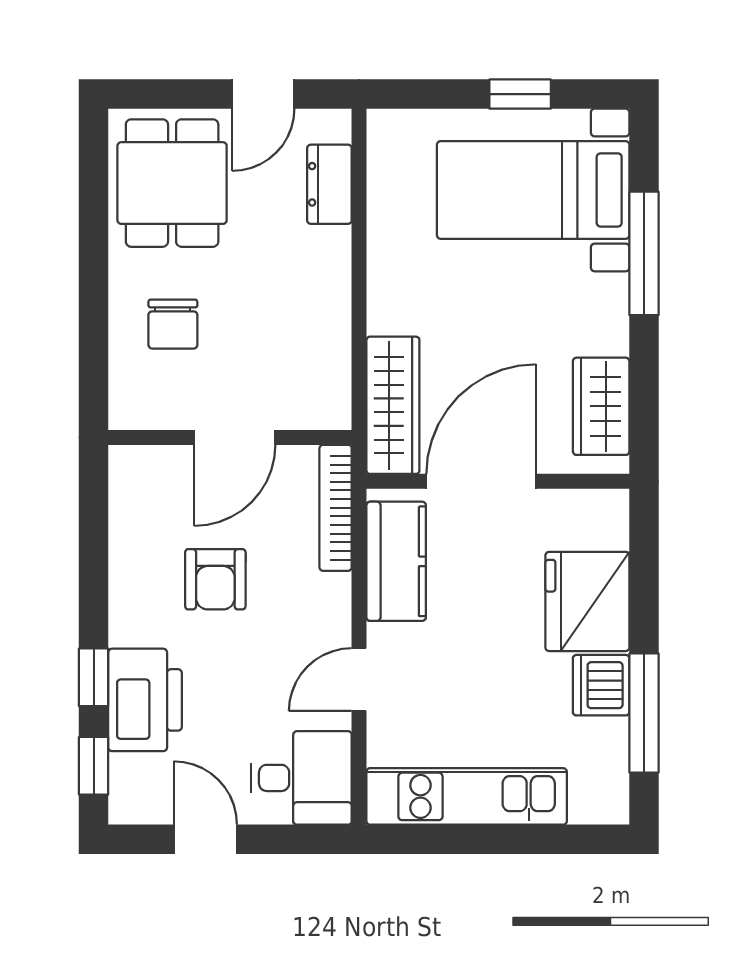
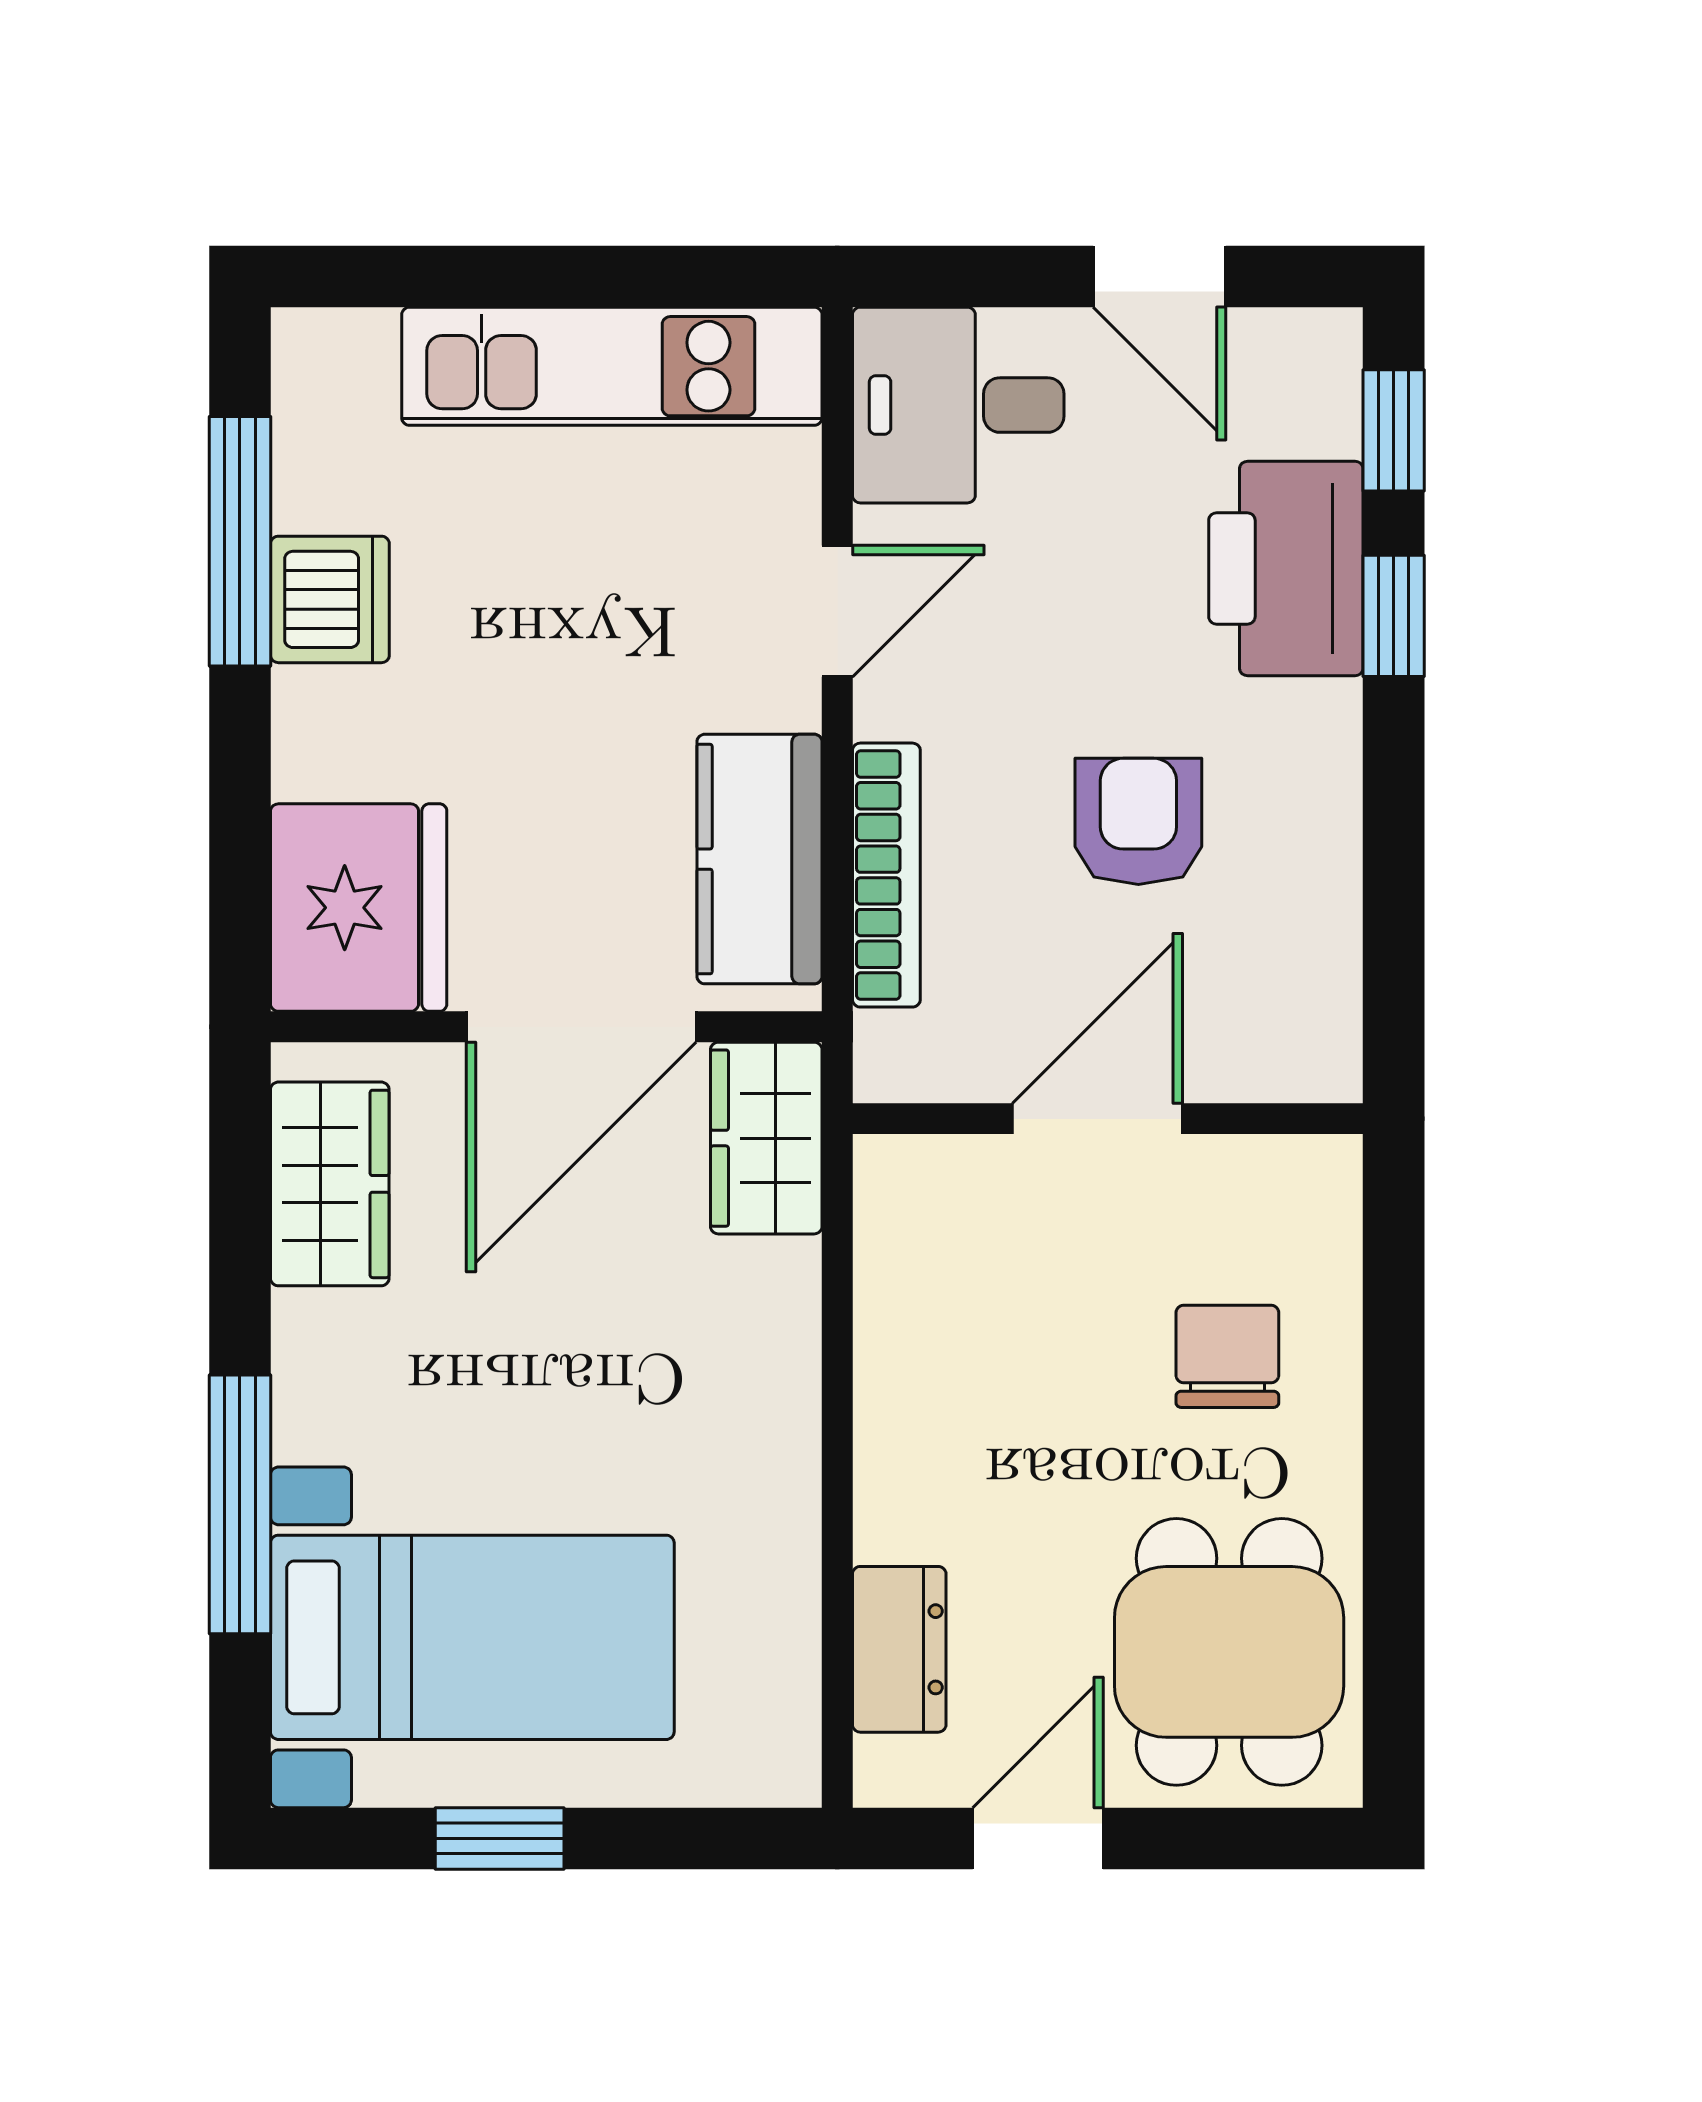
wardrobe: (393, 405) -> (766, 1138), width x0.67
bookcase: (336, 508) -> (886, 875), moved
fridge: (587, 601) -> (359, 908), moved

